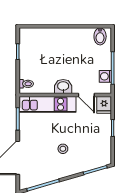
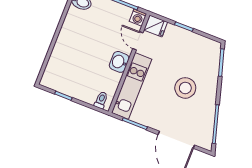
washing machine: (105, 76) -> (138, 18), moved
door: (86, 95) -> (138, 41), swing flipped
stool: (63, 149) -> (185, 88), width x1.89, depth x1.89

